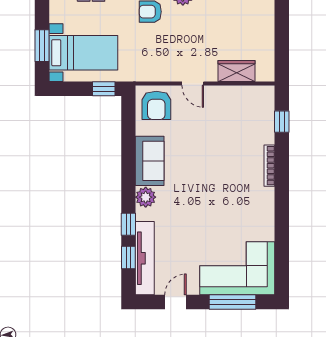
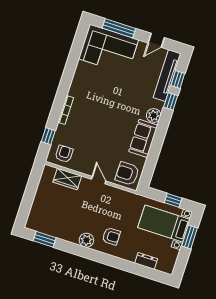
window: (104, 89) -> (173, 200), moved
armchair: (252, 104) -> (64, 154), added
armchair: (156, 105) -> (127, 173), turned -90

